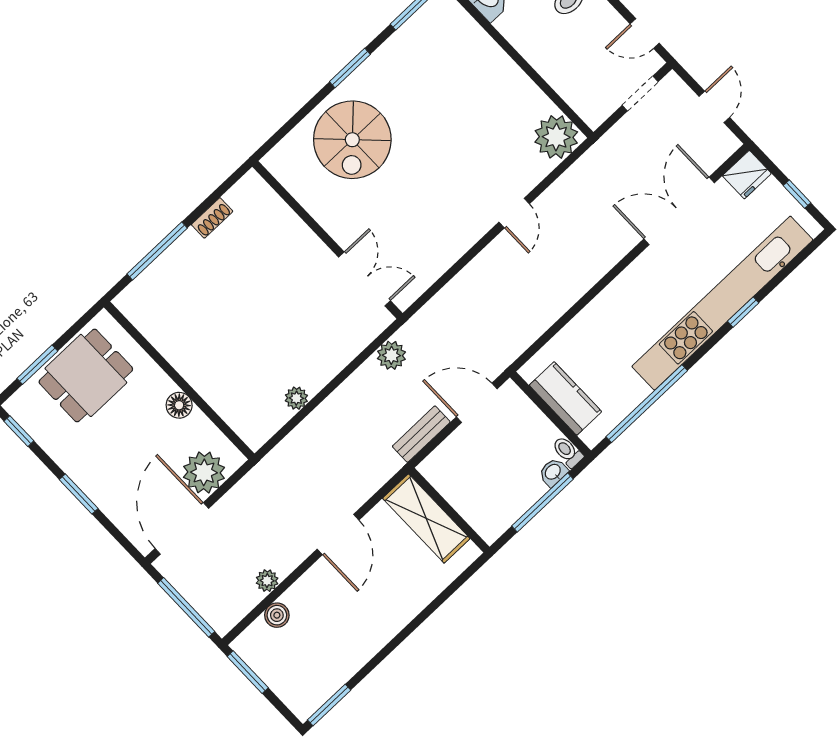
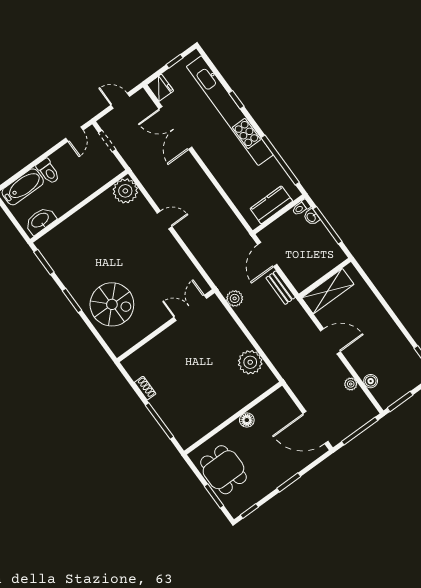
plant: (296, 398) -> (250, 362), width x1.87, depth x1.87
plant: (204, 472) -> (286, 411), removed

